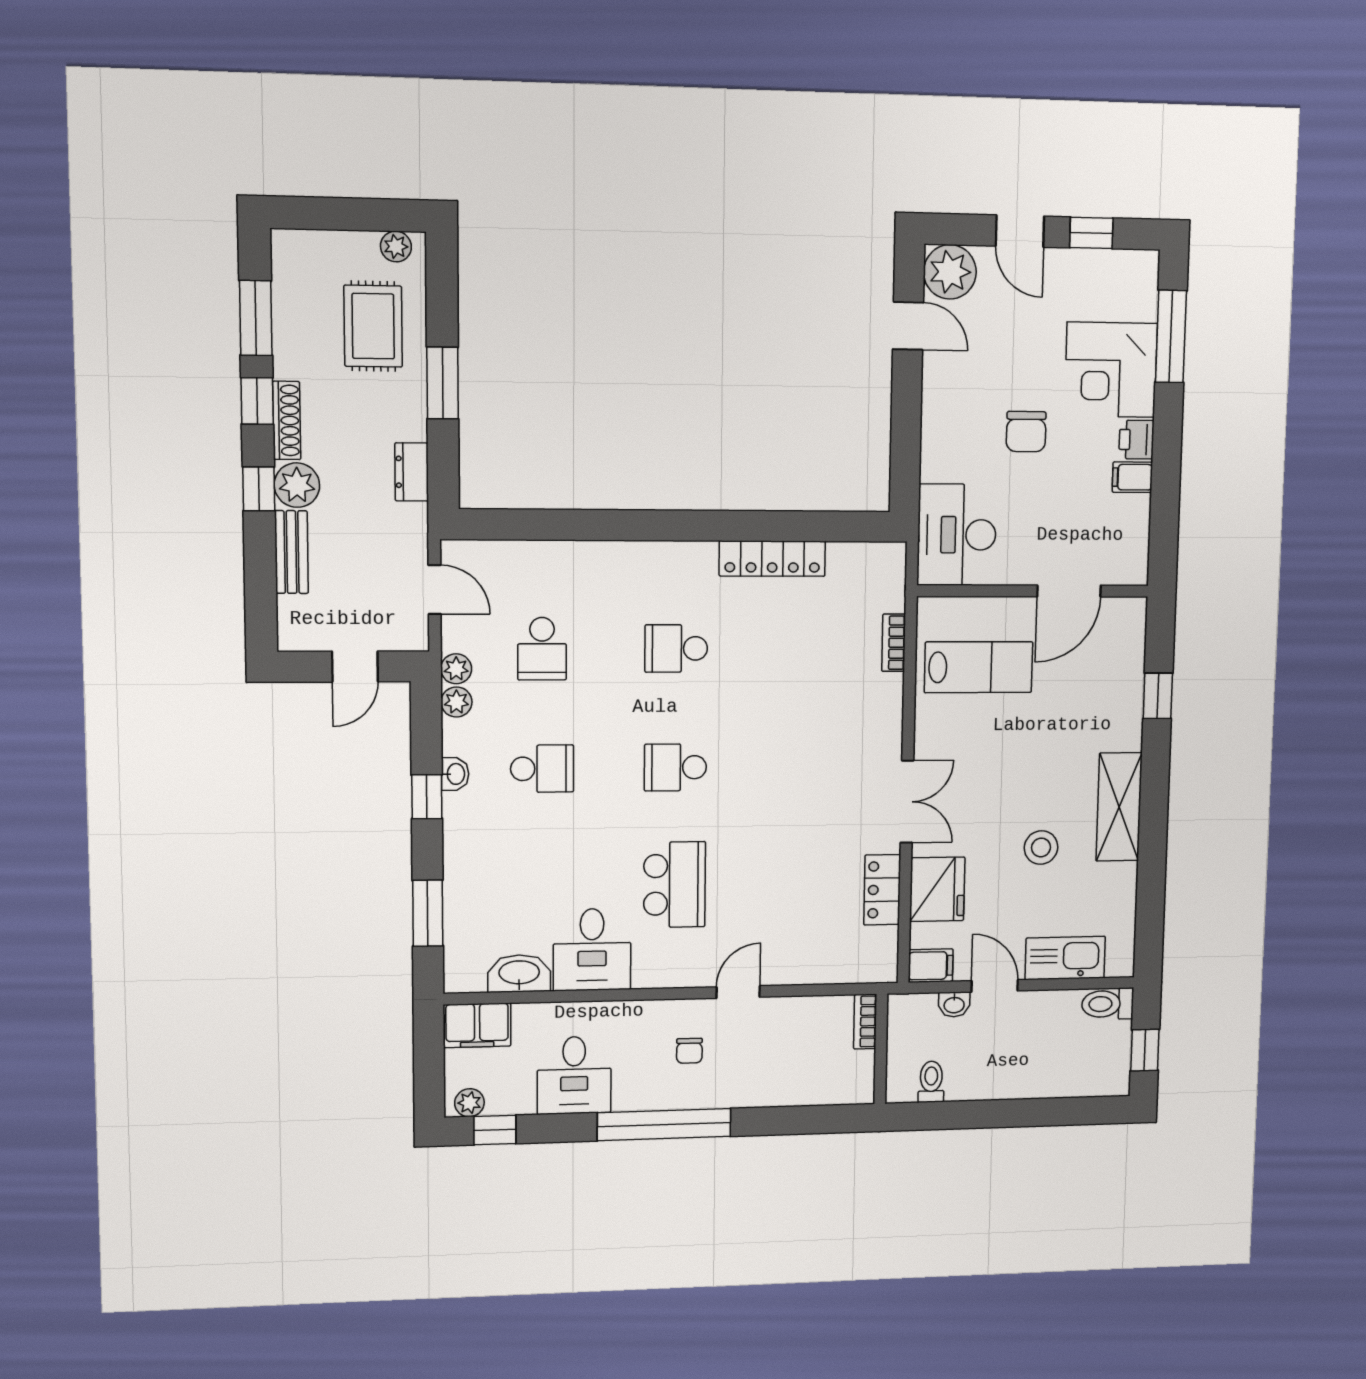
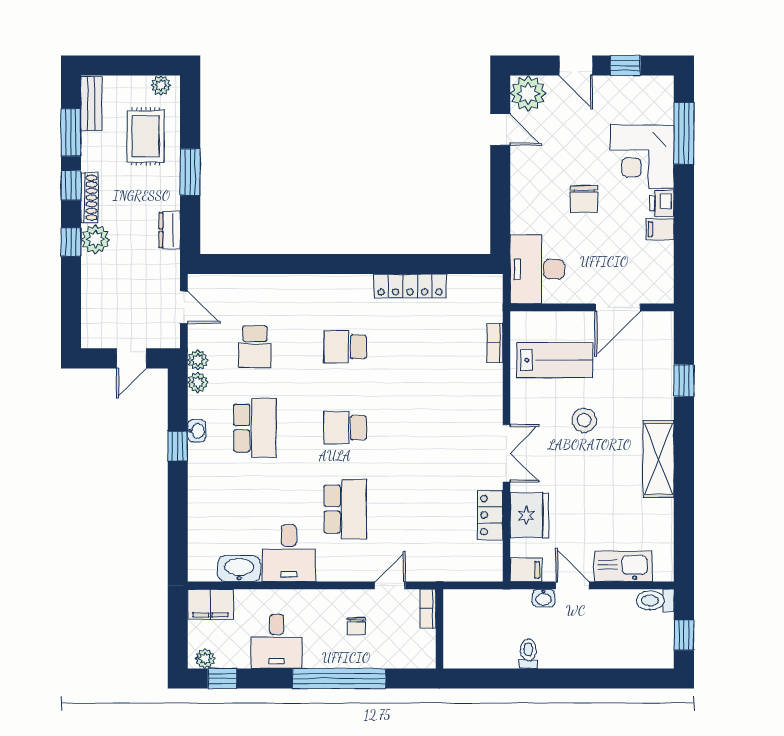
bench: (292, 552) -> (91, 104), moved
school desk: (542, 769) -> (255, 428), width x1.85
stool: (1041, 847) -> (584, 420), moved
window: (428, 913) -> (178, 526), removed
bookcase: (865, 1022) -> (428, 609), moved
wall: (881, 1049) -> (439, 629), moved

